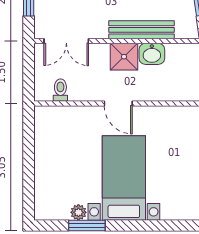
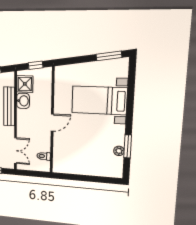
shower: (124, 57) -> (25, 84), moved
bed with nightstands: (124, 178) -> (99, 100), moved

